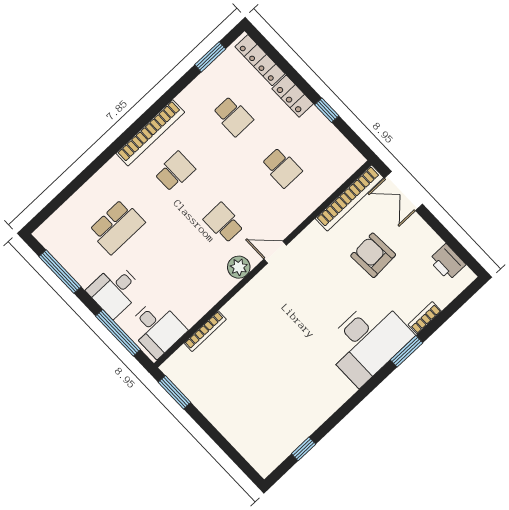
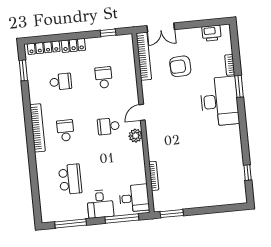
window: (327, 110) -> (108, 33), moved
school desk: (282, 168) -> (104, 77), turned -90

